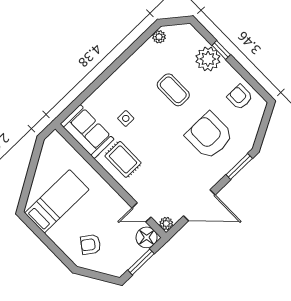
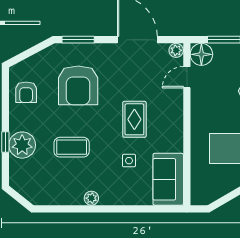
plant: (159, 37) -> (91, 198), moved
coffee table: (173, 90) -> (72, 147), turned 90
rug: (123, 159) -> (134, 119), moved
door: (141, 212) -> (187, 77), swing flipped

